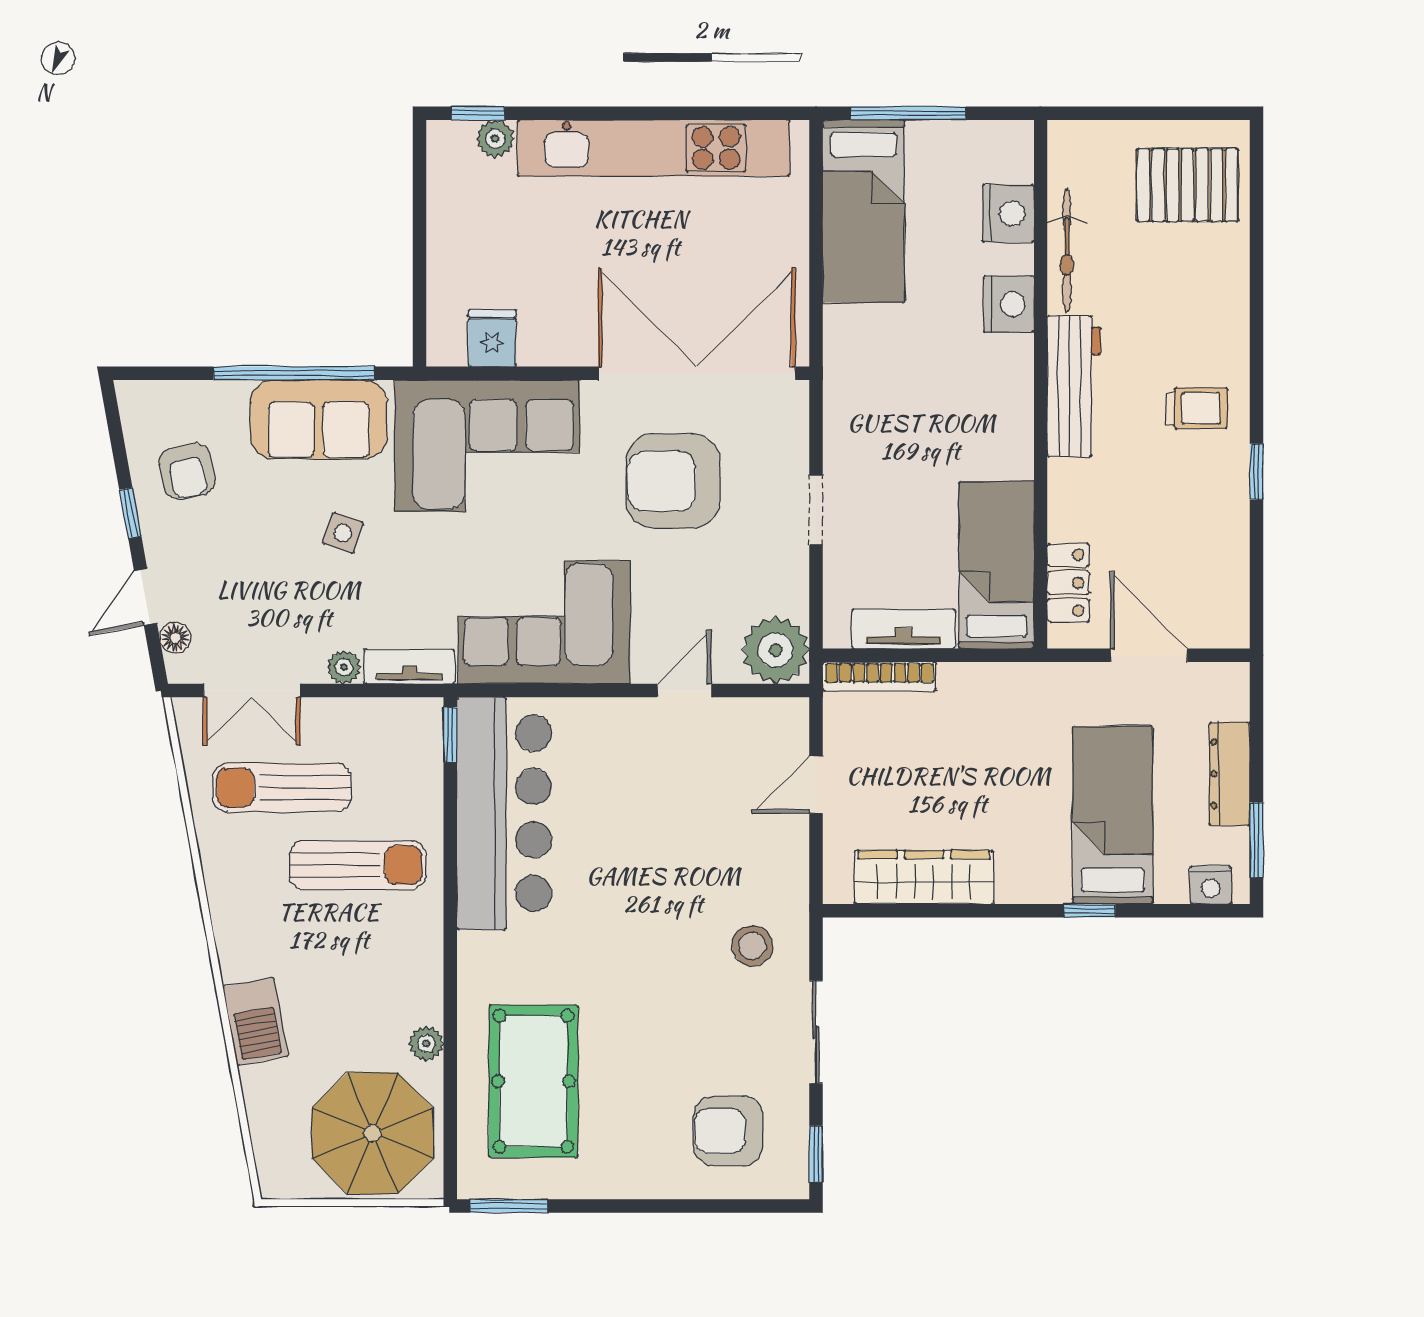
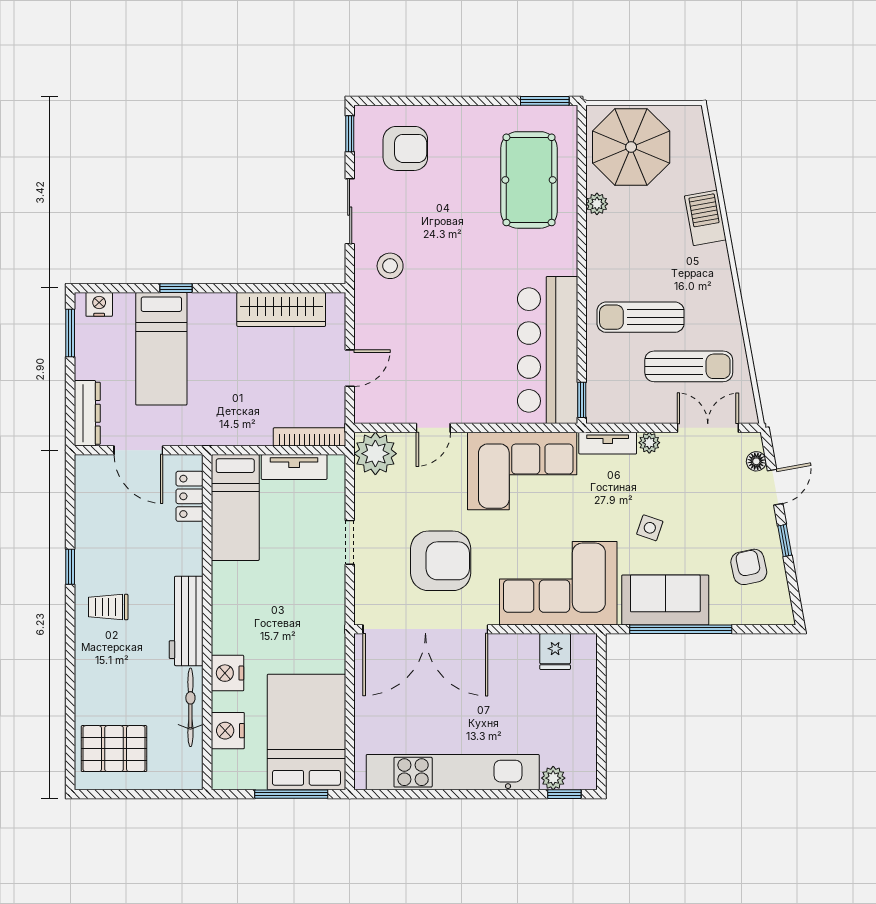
bed: (864, 211) -> (306, 732), width x1.50
dresser: (1230, 774) -> (87, 413), moved

